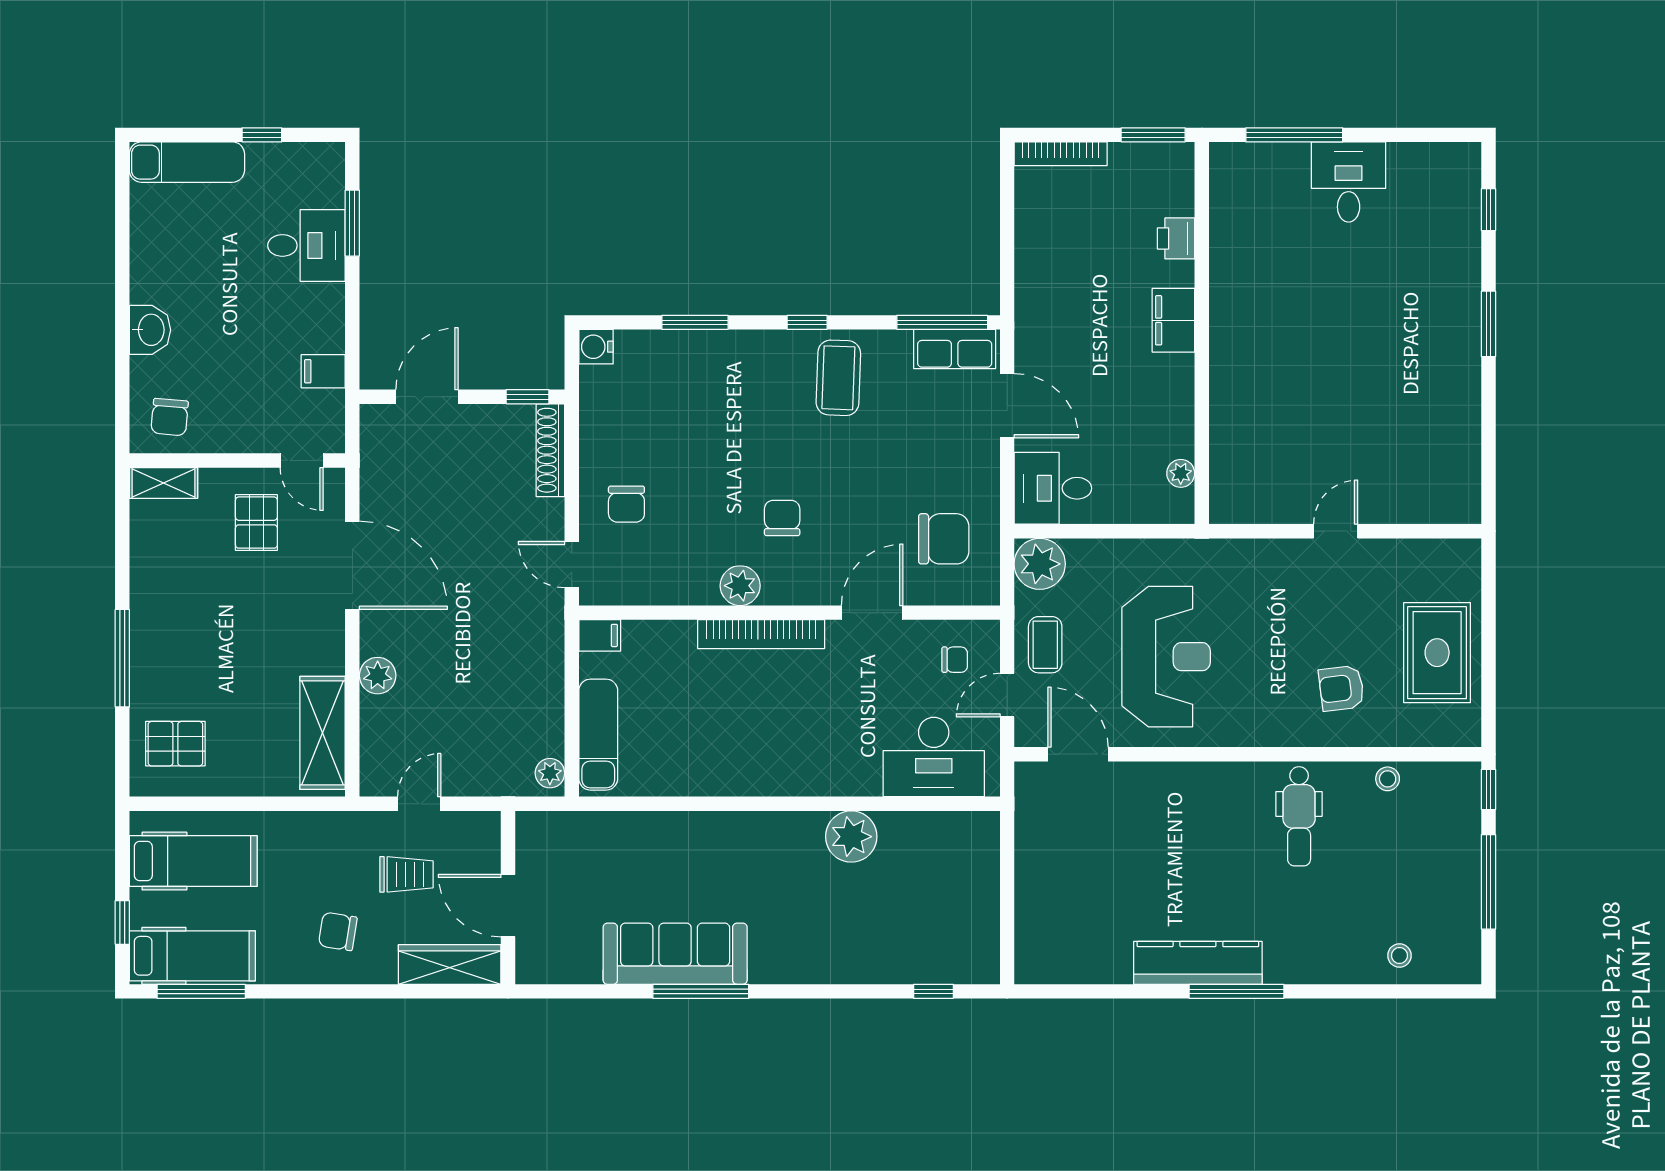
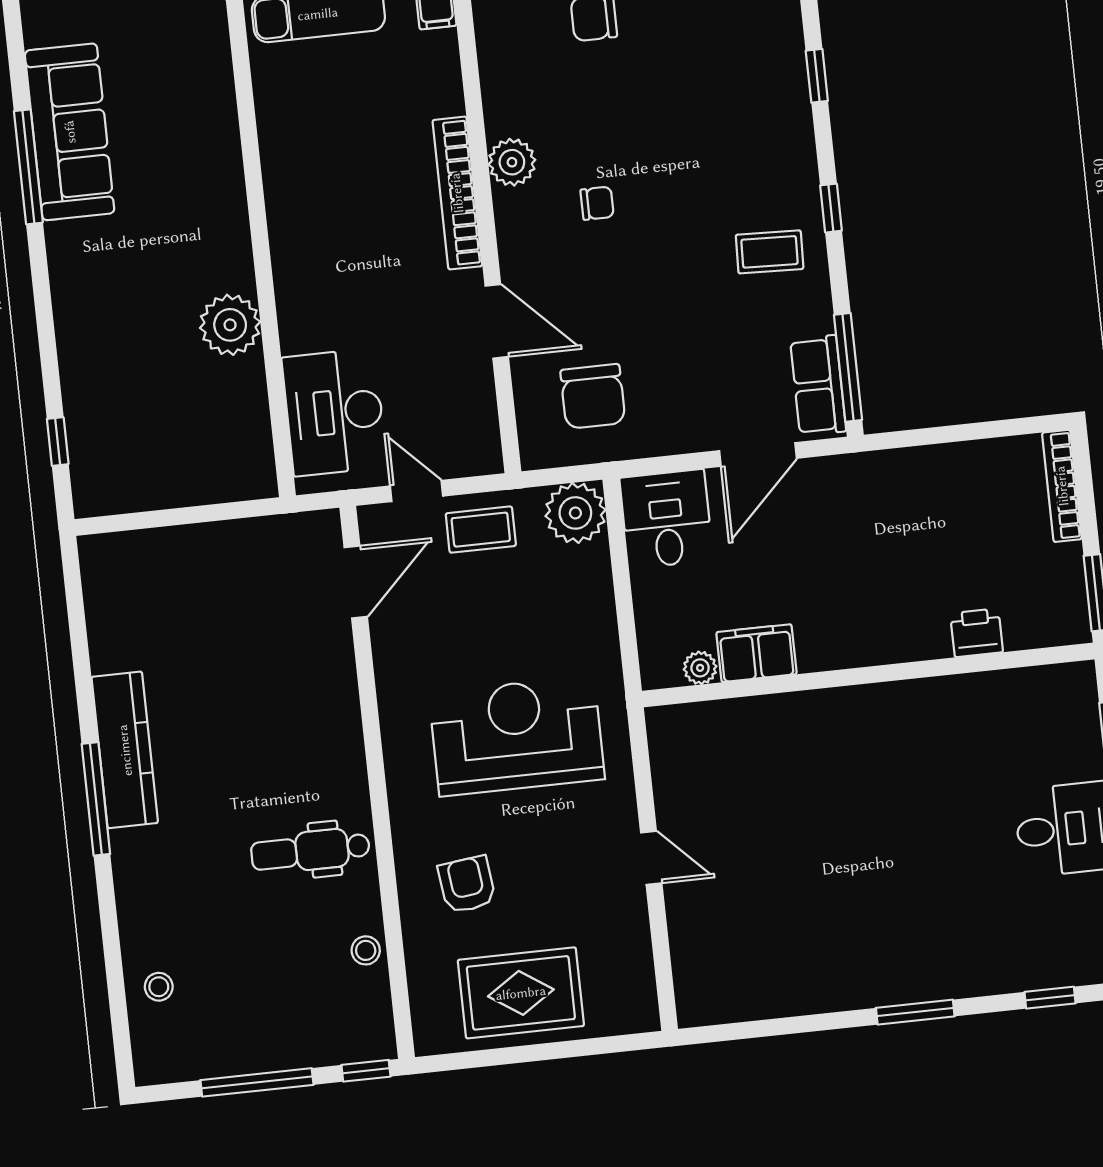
filing cabinet: (1173, 320) -> (757, 653), moved
window: (695, 322) -> (817, 76), width x0.67
coffee table: (838, 378) -> (770, 252), width x0.73, depth x0.77
chair: (782, 518) -> (597, 203), width x0.73, depth x0.73
reception desk: (1166, 657) -> (517, 736), moved, turned 180
chair: (955, 660) -> (452, 425), removed

